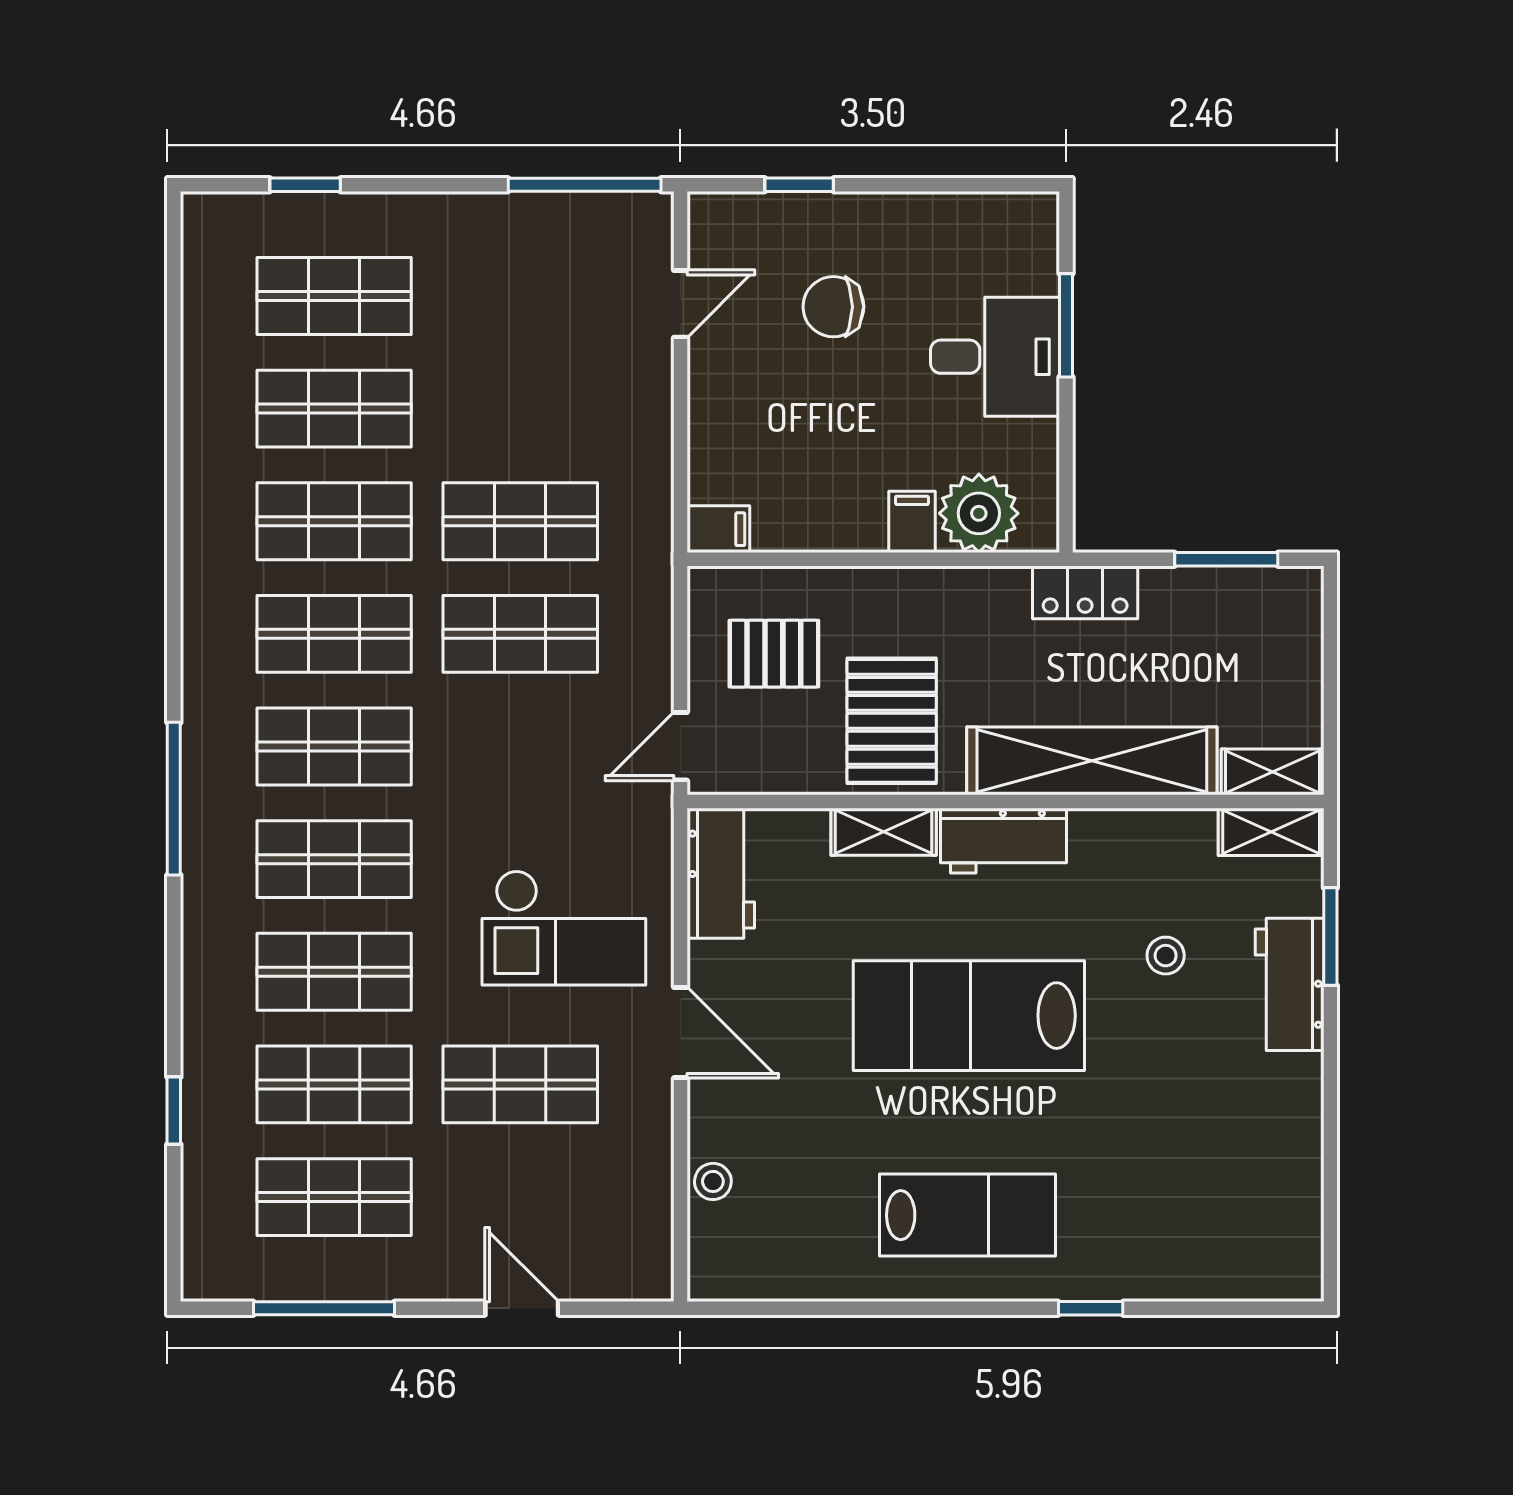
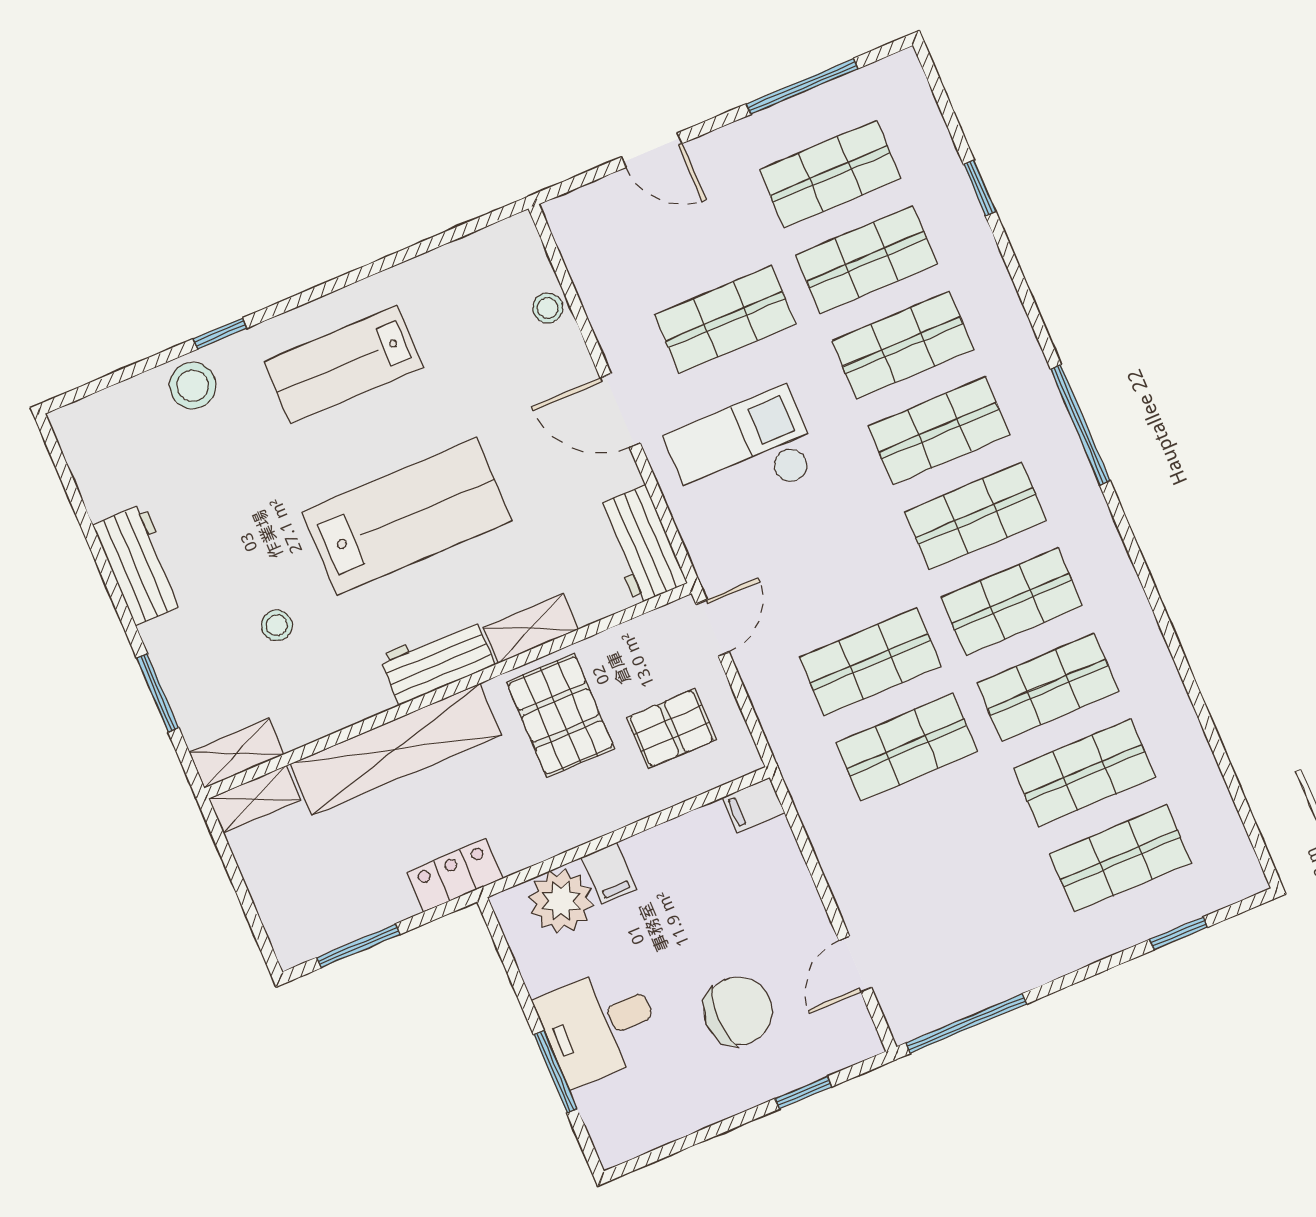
chair: (833, 307) -> (738, 1011), width x1.37, depth x1.37
workbench: (1290, 984) -> (140, 564), moved
stool: (1146, 1263) -> (193, 386), added

